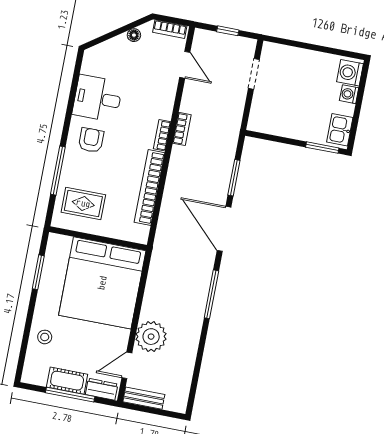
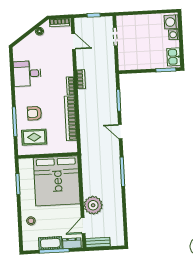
armchair: (91, 140) -> (34, 113), moved, turned -90
door: (224, 229) -> (120, 132), width x0.53

